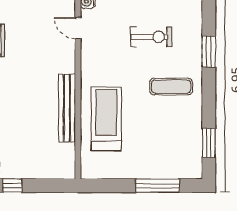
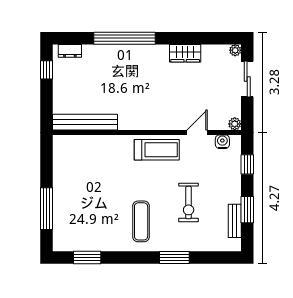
bench: (67, 108) -> (85, 122), moved
treadmill: (106, 119) -> (157, 150), moved, width x0.73, depth x0.73

